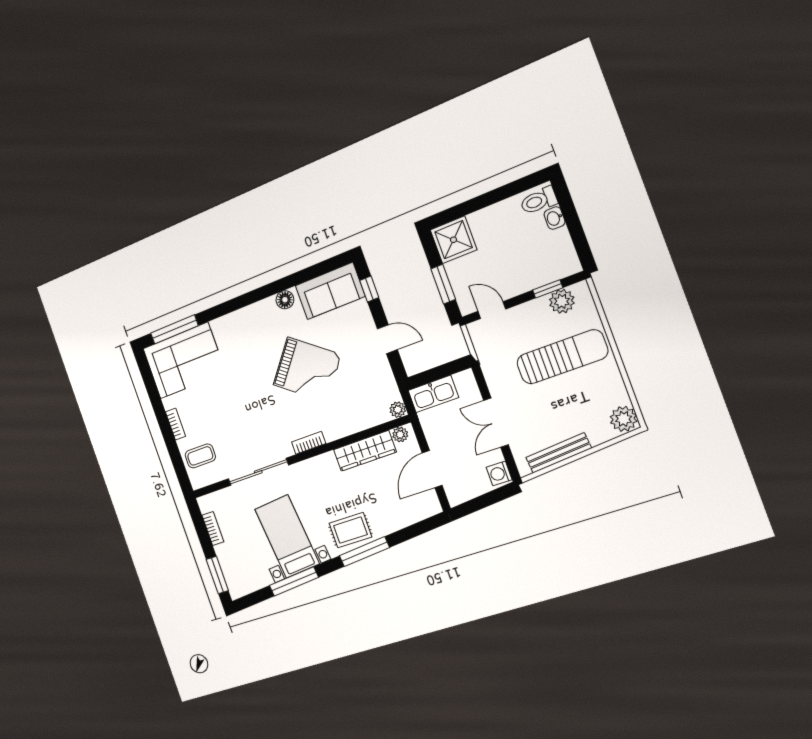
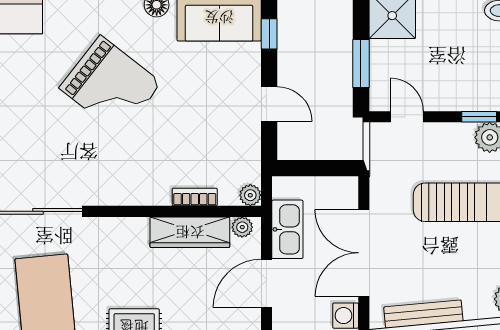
grand piano: (307, 370) -> (110, 85), moved
kitchen sink: (433, 394) -> (287, 229), moved, turned -90
double door: (496, 423) -> (364, 253), width x1.37
bookcase: (309, 443) -> (195, 197), moved

